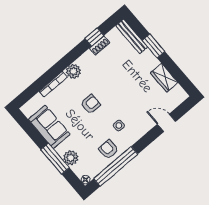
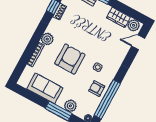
plant: (178, 93) -> (134, 25), added
armchair: (90, 104) -> (70, 59), width x1.88, depth x1.88
door: (166, 123) -> (138, 42), moved

